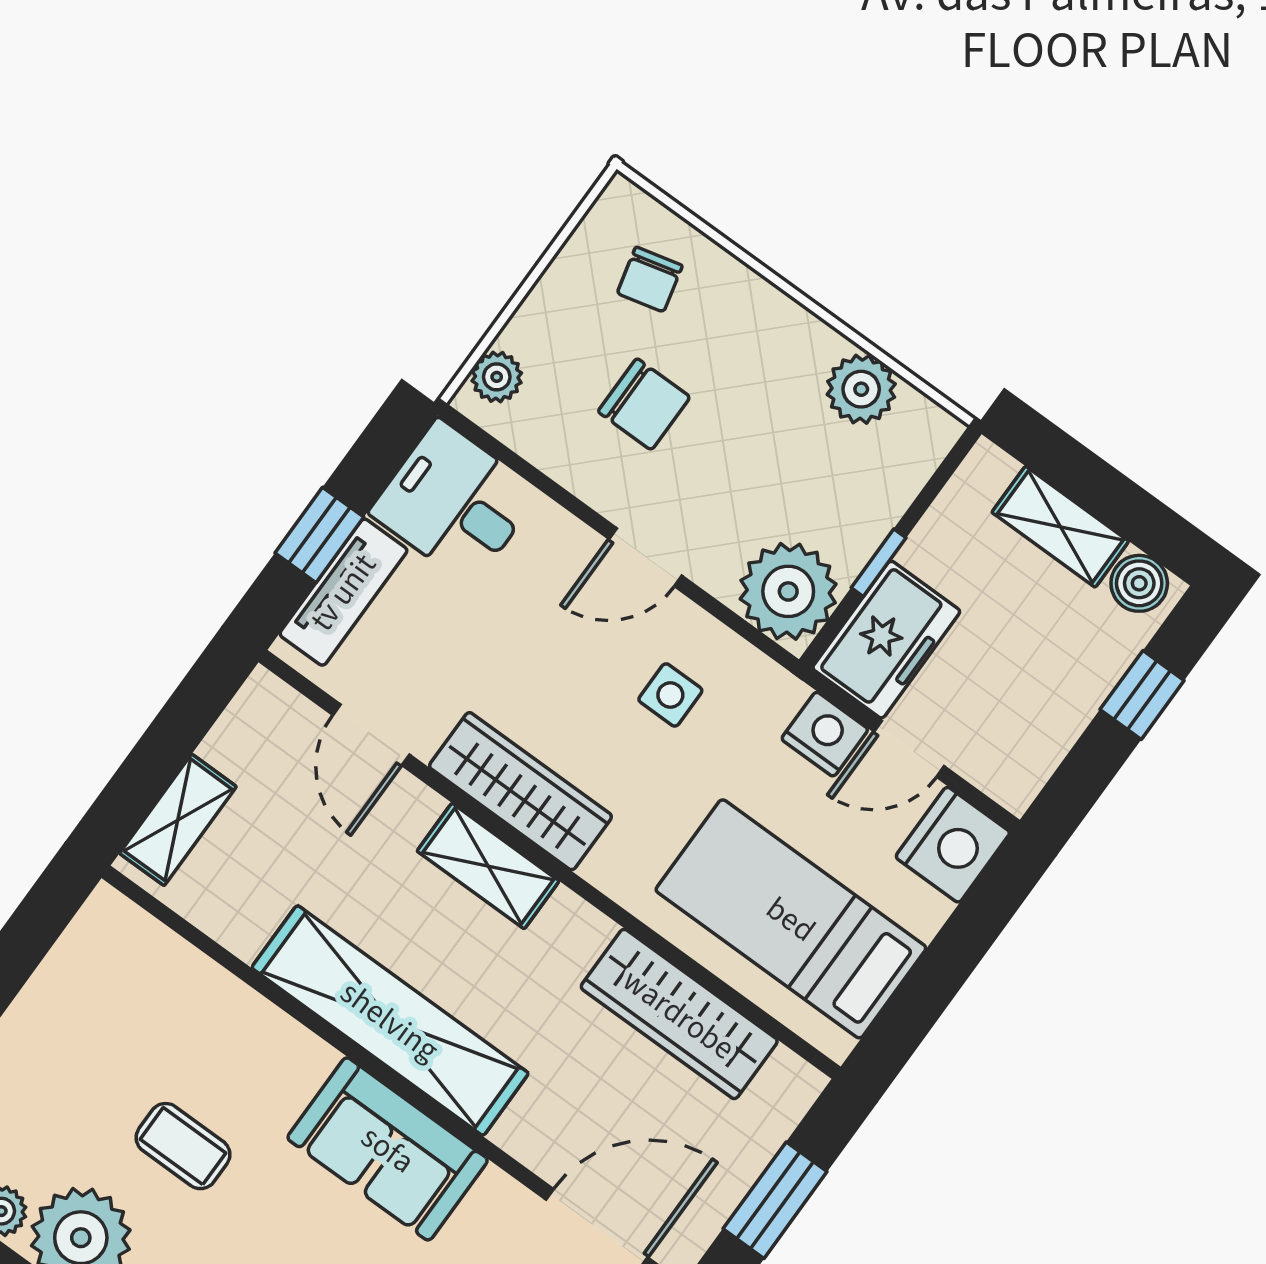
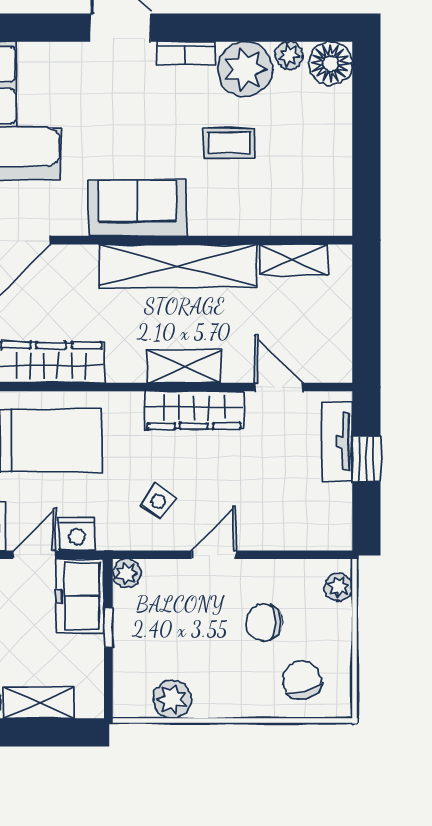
chair: (650, 279) -> (302, 680), width x1.37, depth x1.37
desk: (455, 503) -> (317, 517), removed
plant: (788, 591) -> (127, 573), width x0.53, depth x0.53
side table: (670, 695) -> (158, 502), turned 36
shelving: (178, 820) -> (293, 260), moved, turned 90

